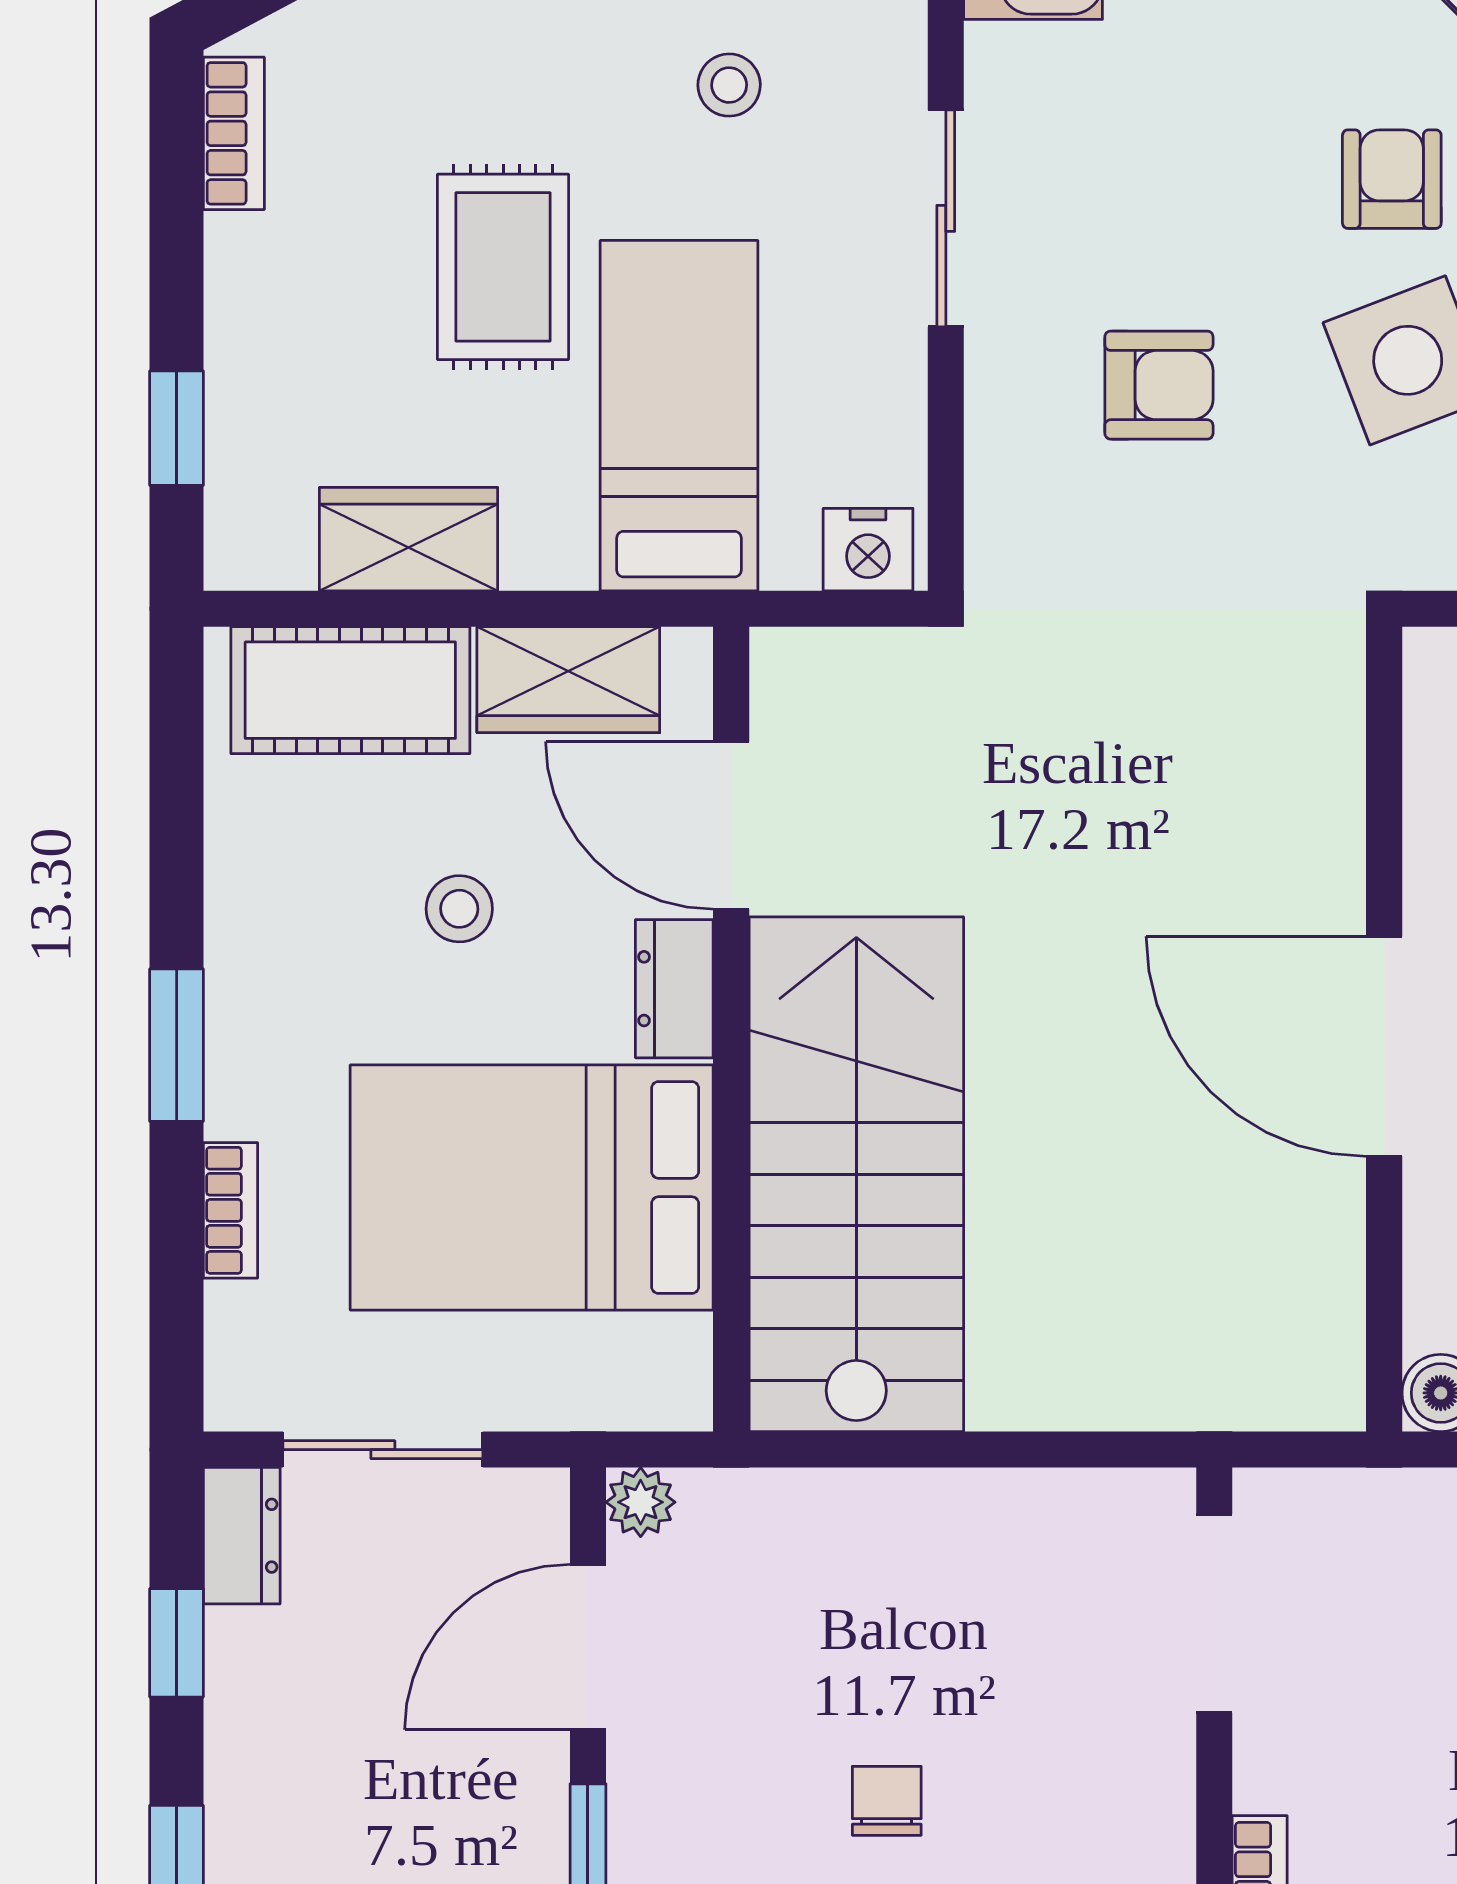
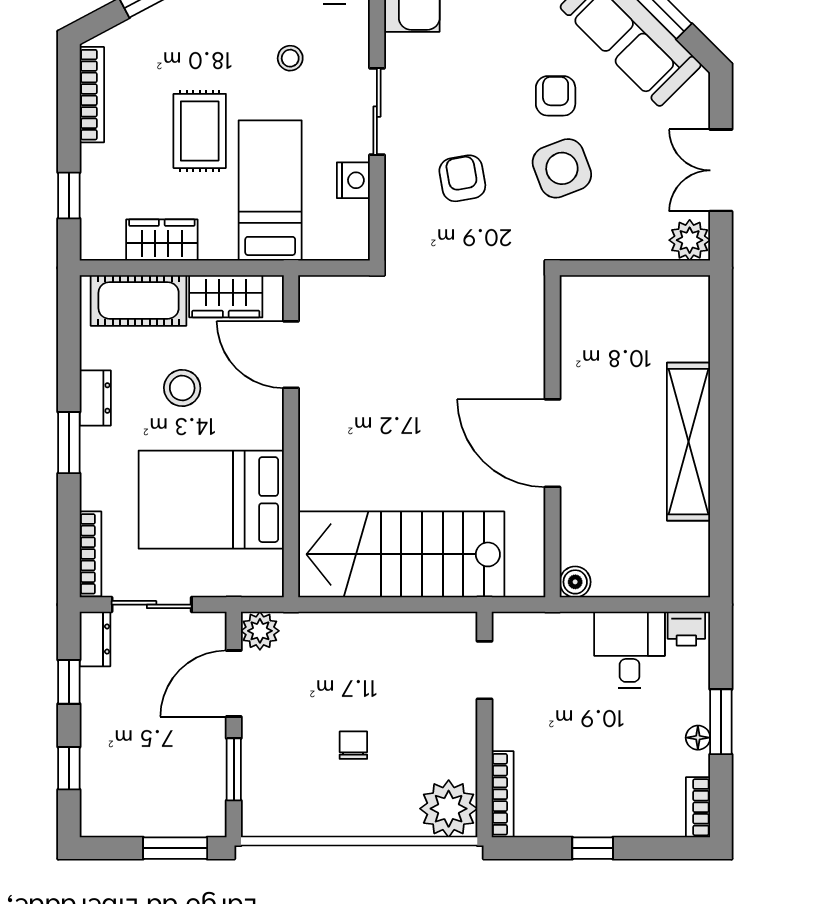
bookcase: (234, 133) -> (92, 95), width x1.56
armchair: (1159, 385) -> (462, 178), turned -100
nightstand: (868, 550) -> (353, 180), moved, turned -90
stool: (459, 909) -> (182, 388), width x1.37, depth x1.37
dresser: (674, 989) -> (95, 398), moved, turned 180
stairs: (856, 1174) -> (401, 554), moved, turned -90
bookcase: (230, 1210) -> (91, 554), moved, width x1.56
plant: (641, 1502) -> (260, 631), width x1.38, depth x1.38
doorway: (1214, 1613) -> (484, 670), width x0.73

